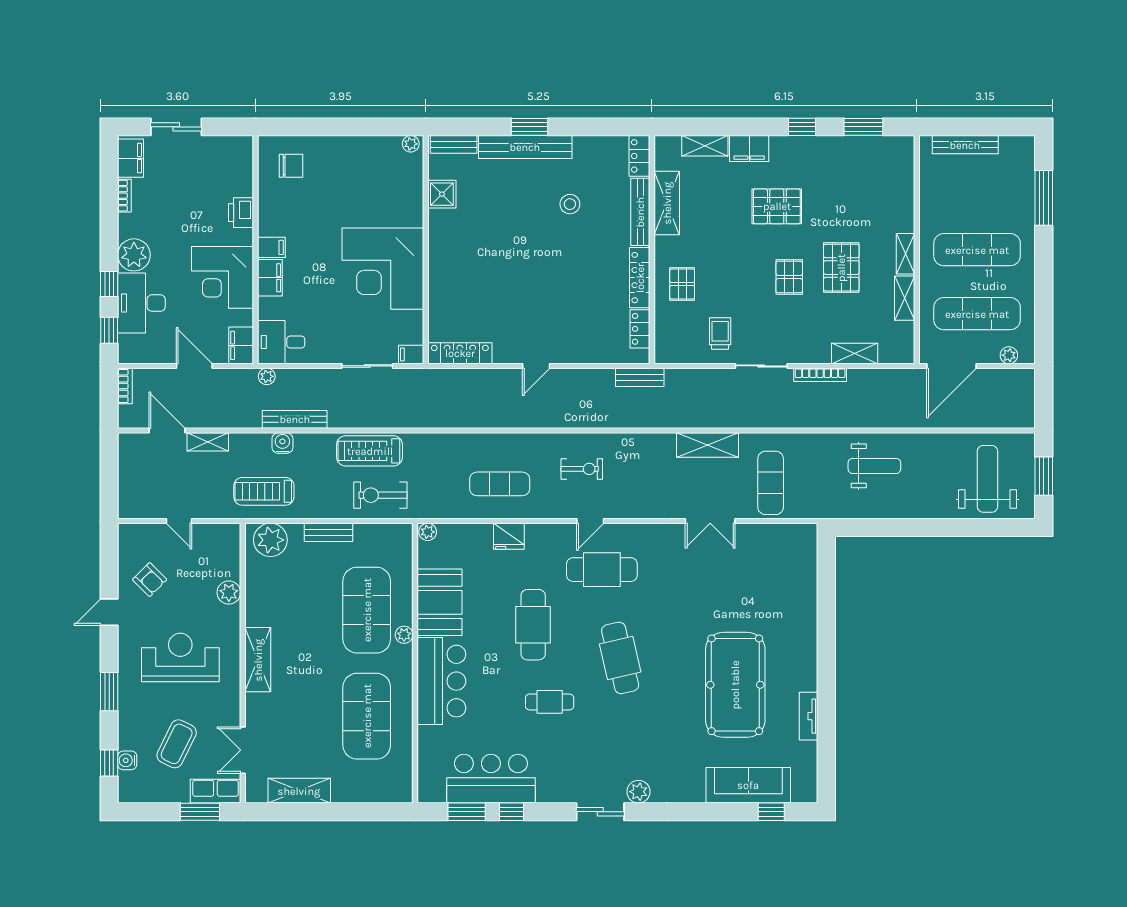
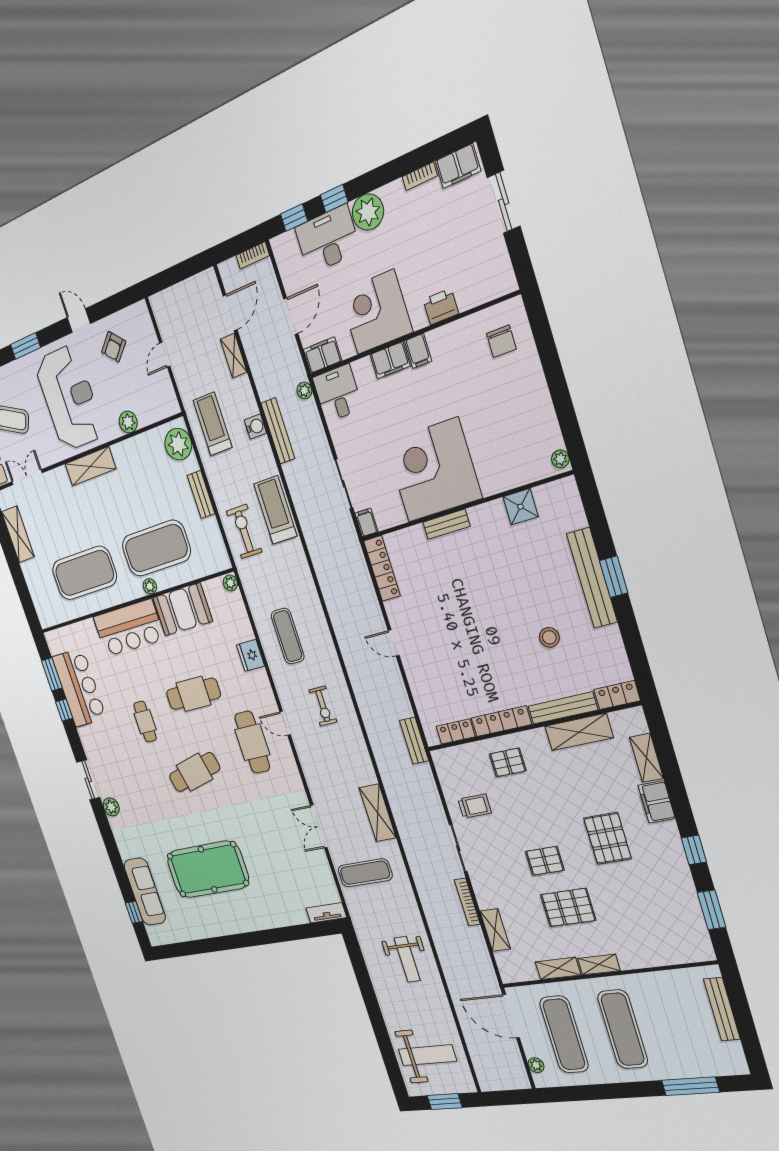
bench: (454, 144) -> (446, 524), moved, turned 90
reception desk: (180, 657) -> (69, 398), width x1.36, depth x1.30
tv unit: (809, 716) -> (326, 913), moved

